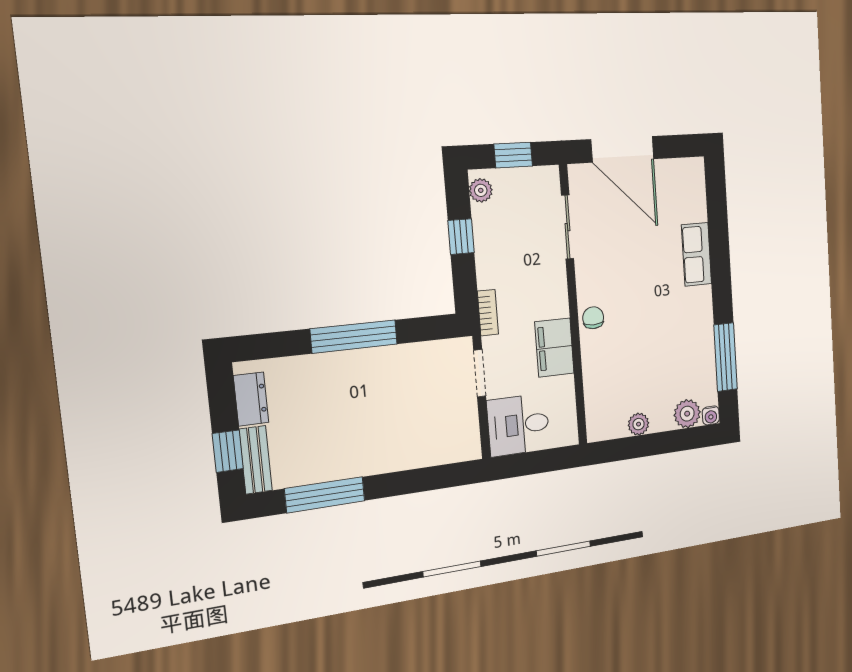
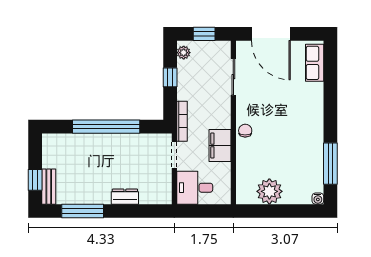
row of seats: (696, 254) -> (315, 63), moved
bookcase: (488, 313) -> (182, 121), width x1.56
window: (354, 337) -> (106, 127), width x1.46
dresser: (251, 399) -> (125, 197), moved, turned -90
plant: (687, 414) -> (302, 195), removed
plant: (639, 424) -> (269, 191), width x1.87, depth x1.87

